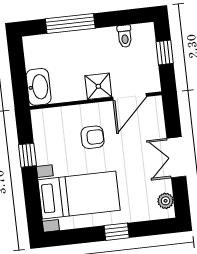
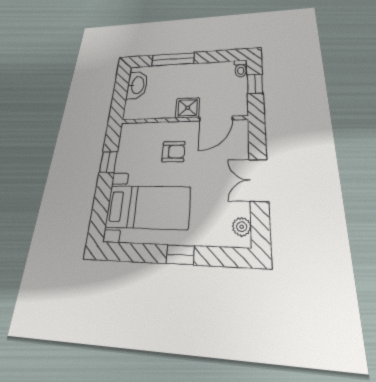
toilet: (125, 36) -> (241, 68), moved
washbasin: (39, 87) -> (137, 85), moved

